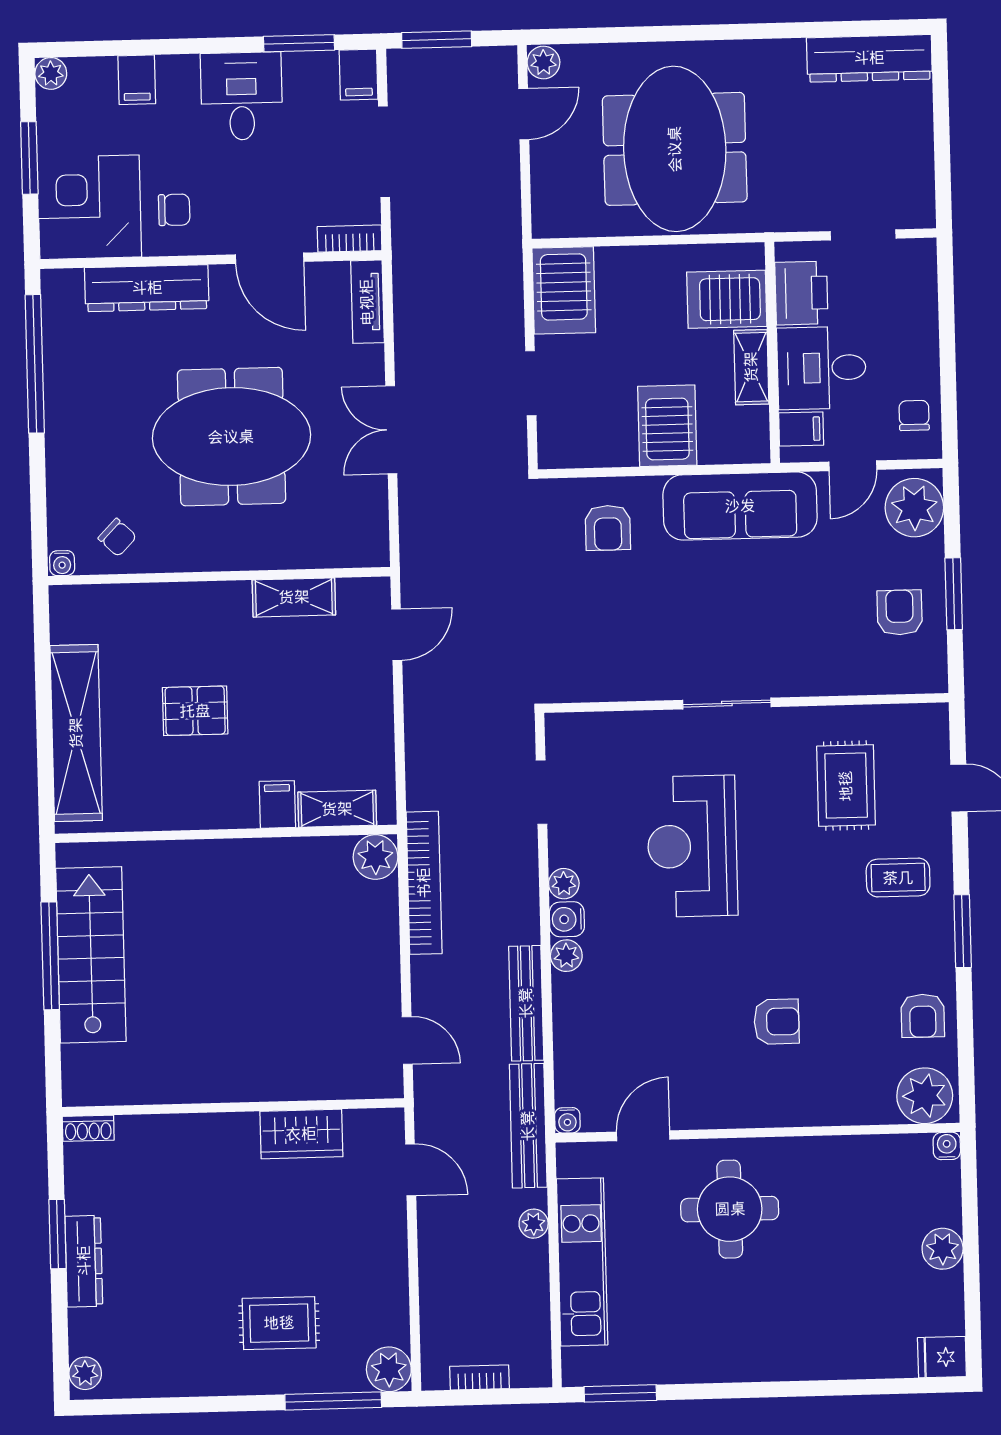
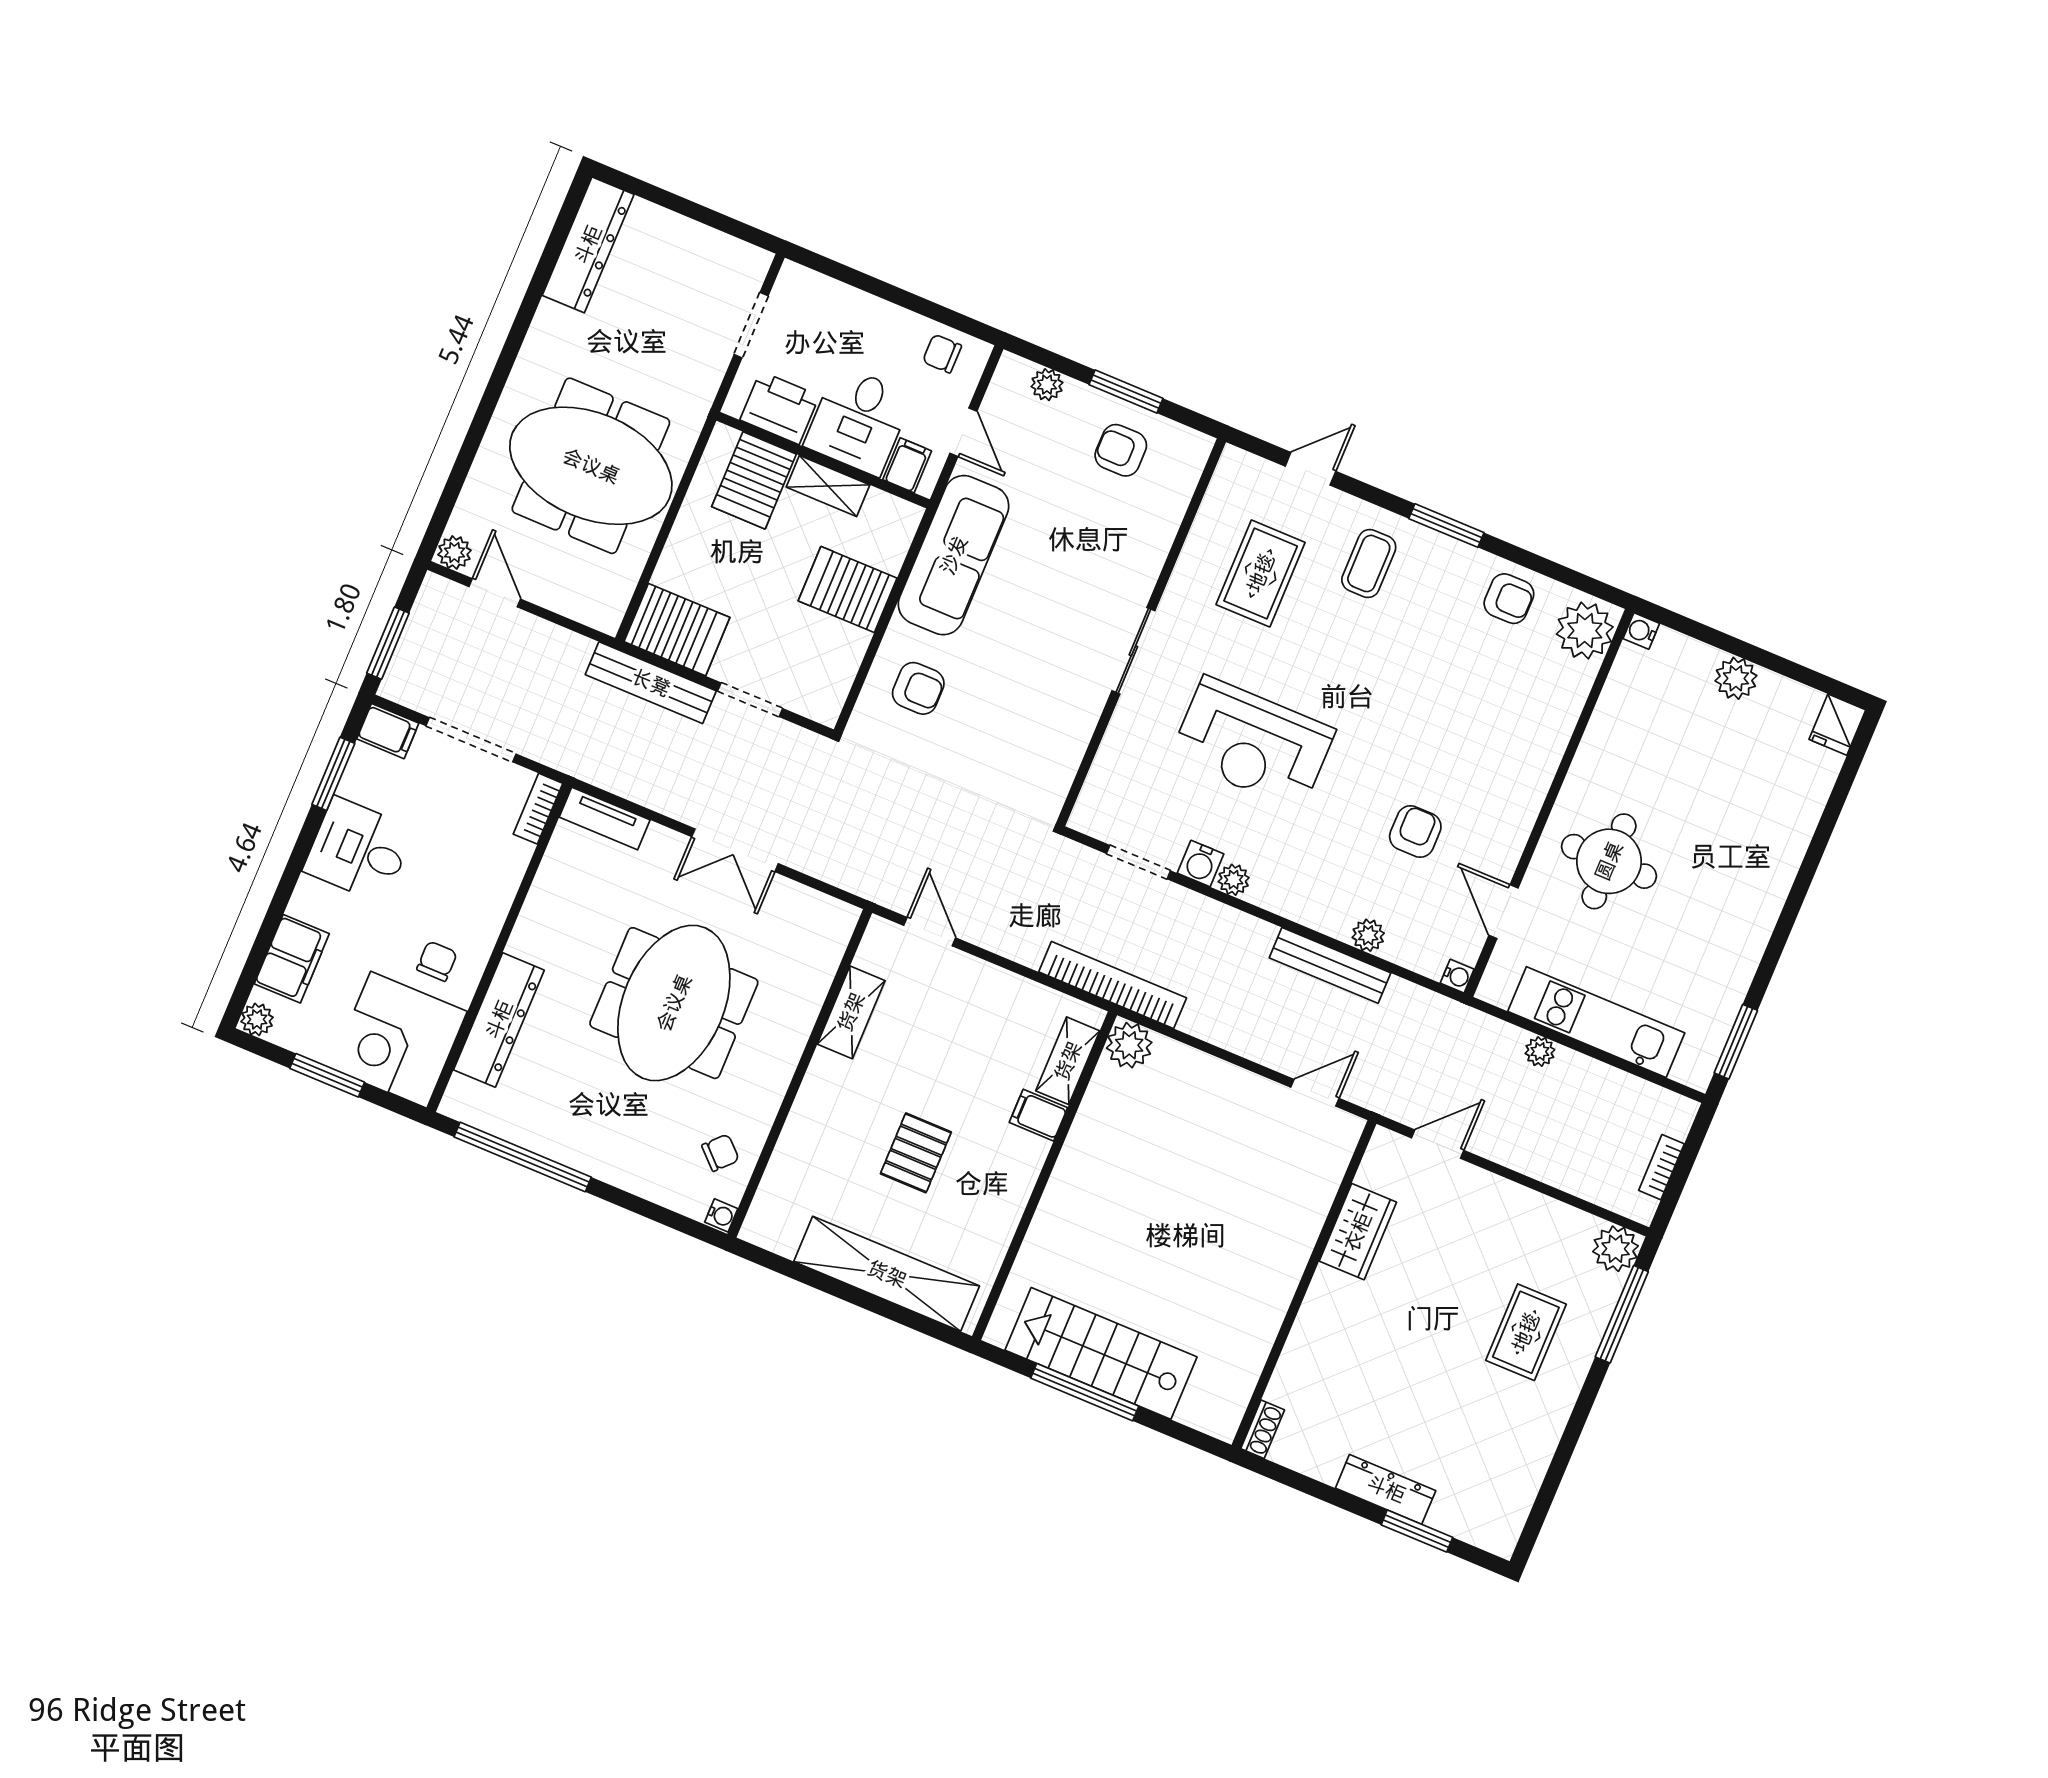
filing cabinet: (137, 80) -> (292, 959), width x2.00
door: (270, 258) -> (523, 892), removed
plant: (914, 508) -> (1047, 385), width x0.53, depth x0.53
rug: (846, 786) -> (1261, 573), turned 90
bookcase: (424, 883) -> (1113, 985), moved
water cooler: (567, 919) -> (1201, 864), moved
plant: (566, 956) -> (1368, 935), moved
armchair: (777, 1022) -> (1415, 832), moved
bench: (528, 1126) -> (651, 683), moved
window: (57, 1234) -> (1417, 1531), moved
plant: (85, 1373) -> (1491, 1535), removed

